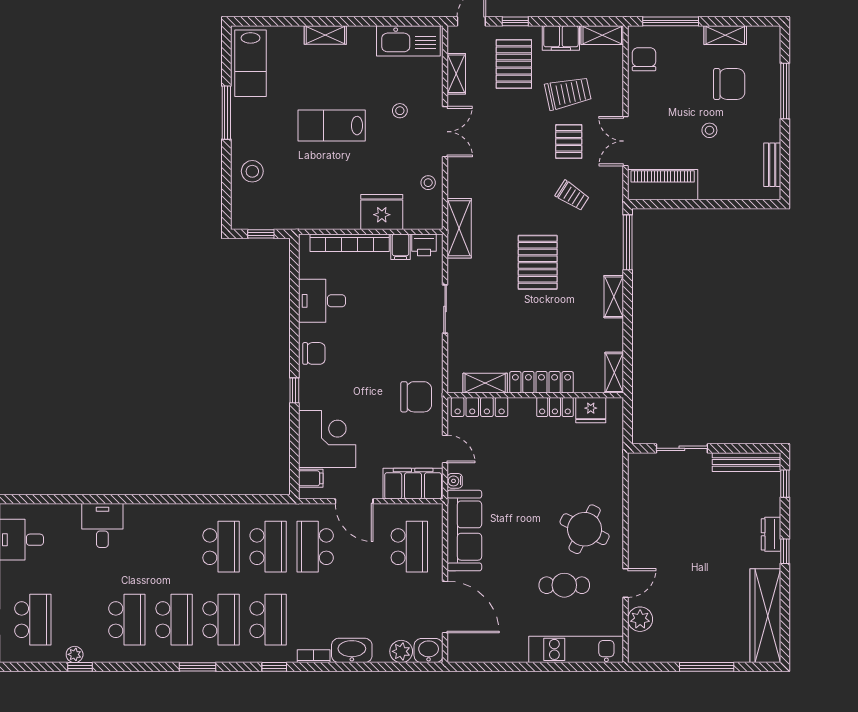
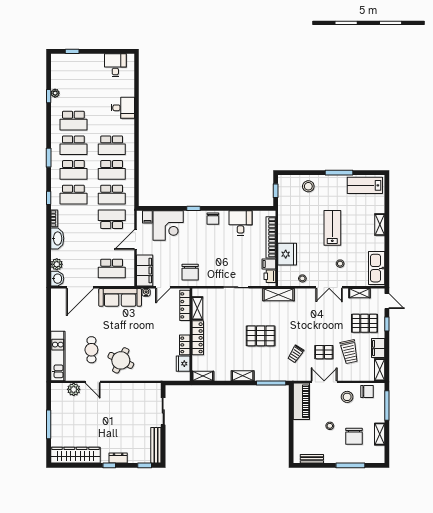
stool: (654, 97) -> (347, 397), added
school desk: (33, 620) -> (112, 145), moved

